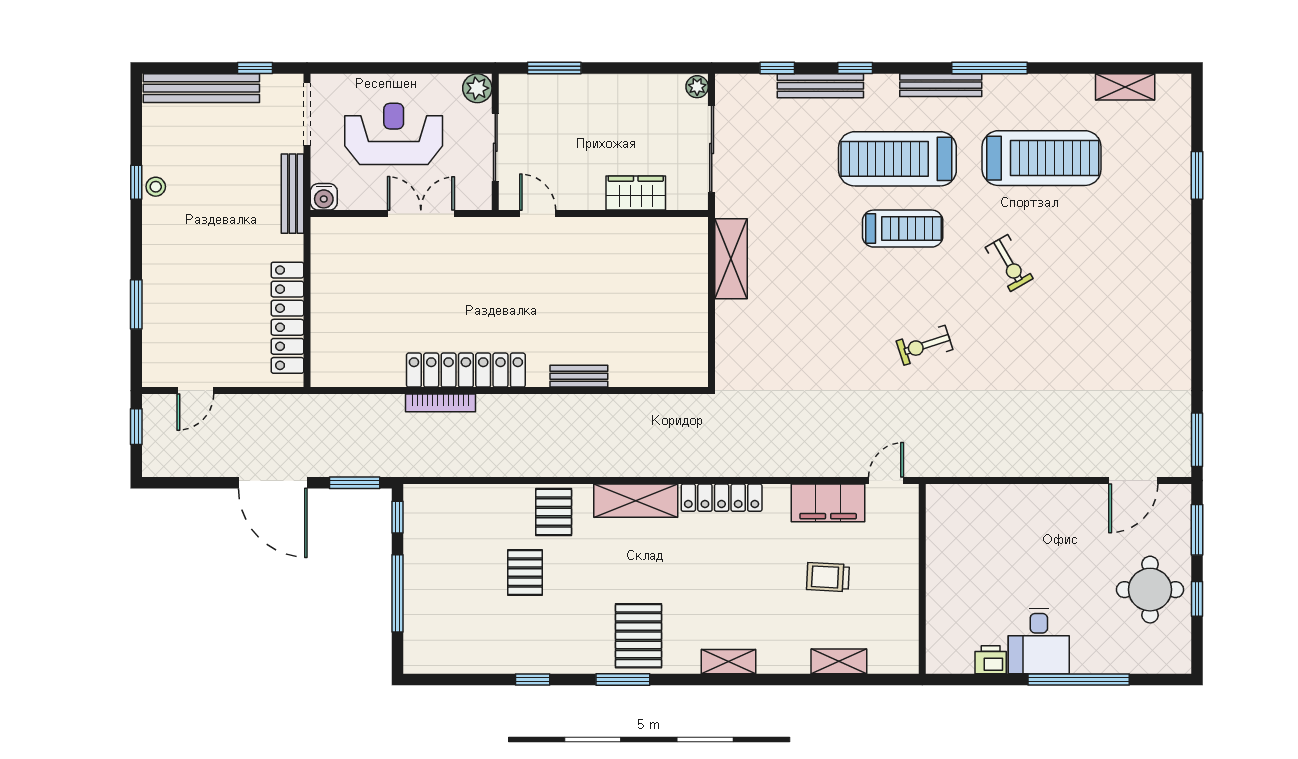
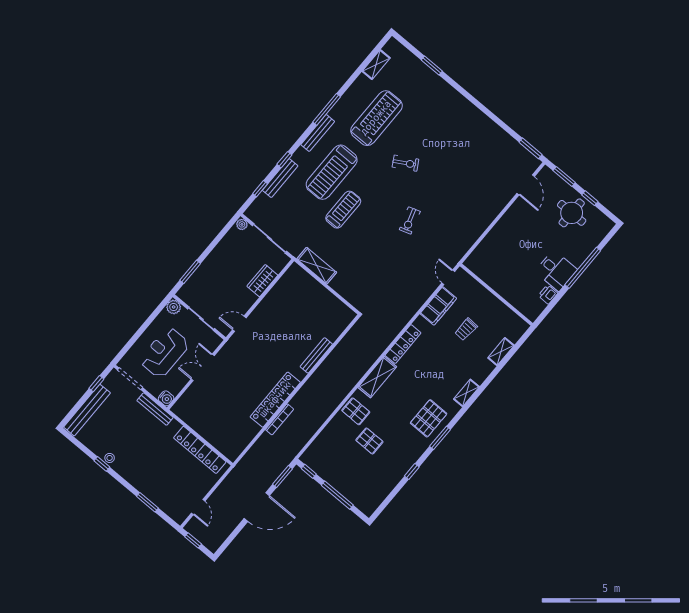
treadmill: (903, 229) -> (343, 210), moved
bench: (579, 376) -> (316, 355), width x1.36
pallet: (639, 636) -> (429, 418), turned 90

